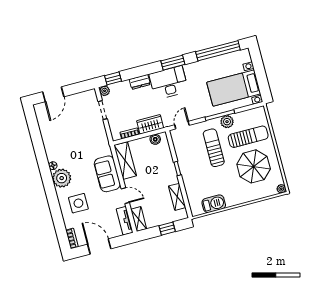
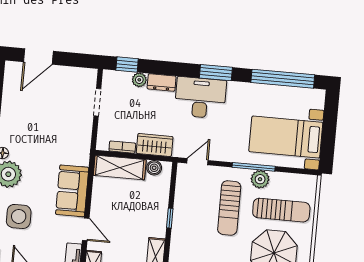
plant: (105, 91) -> (139, 80), moved
sun lounger: (214, 148) -> (229, 208), turned 180
shelving: (125, 161) -> (120, 168), moved, turned 90

